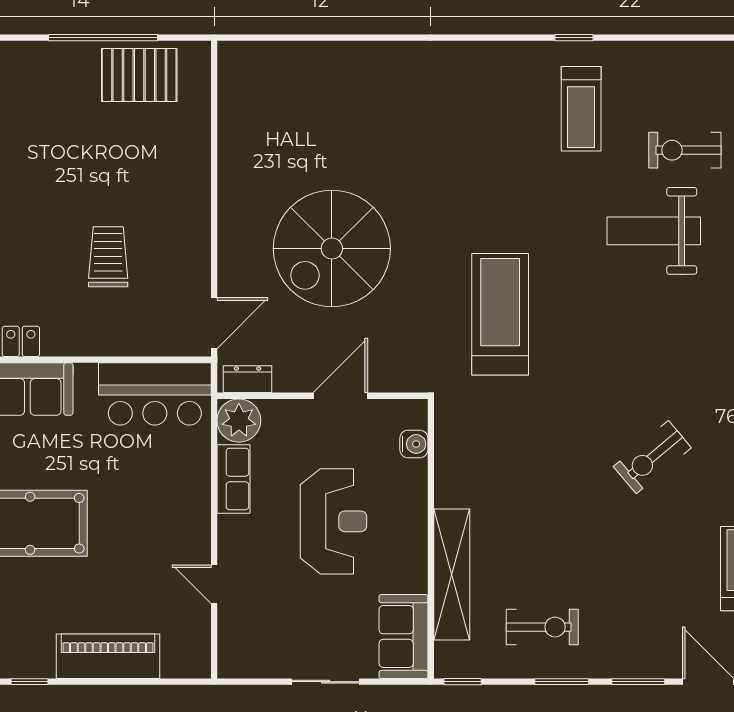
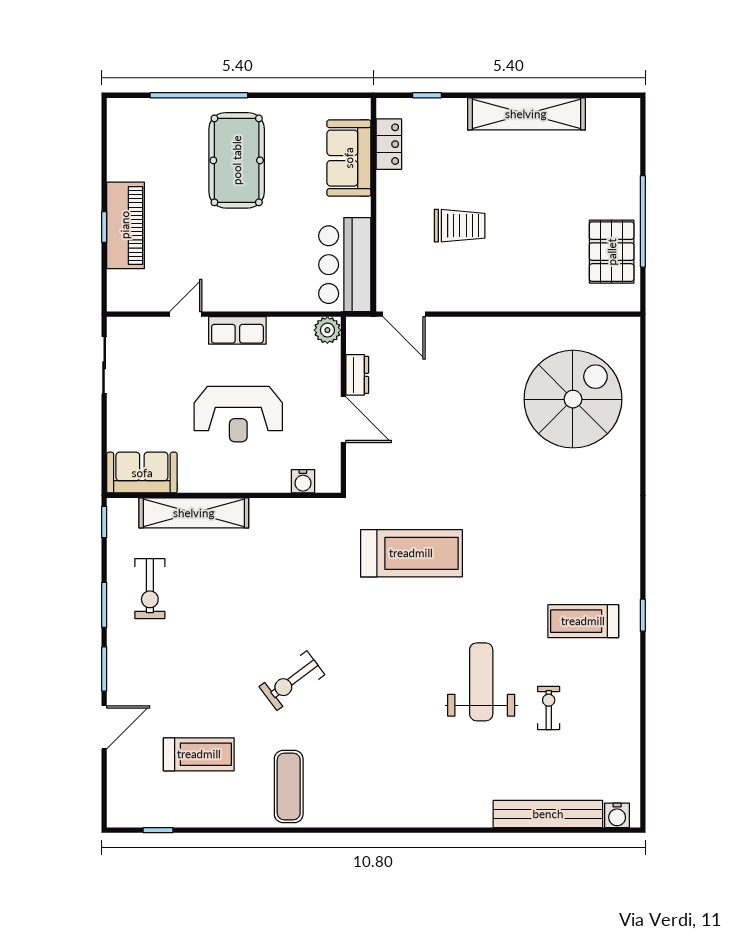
exercise bike: (685, 150) -> (549, 708), width x0.73, depth x0.72
spiral stairs: (332, 248) -> (573, 399), moved, turned 90
dresser: (248, 379) -> (357, 375), moved
plant: (239, 421) -> (327, 330), width x0.73, depth x0.73
exercise bike: (652, 457) -> (292, 681), turned -87
row of seats: (234, 479) -> (237, 330), moved
window: (29, 682) -> (104, 227), moved
sliding door: (326, 682) -> (104, 365), moved

